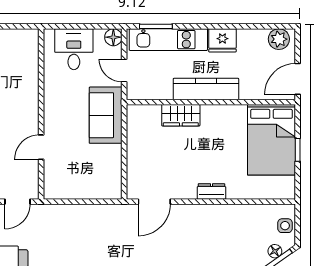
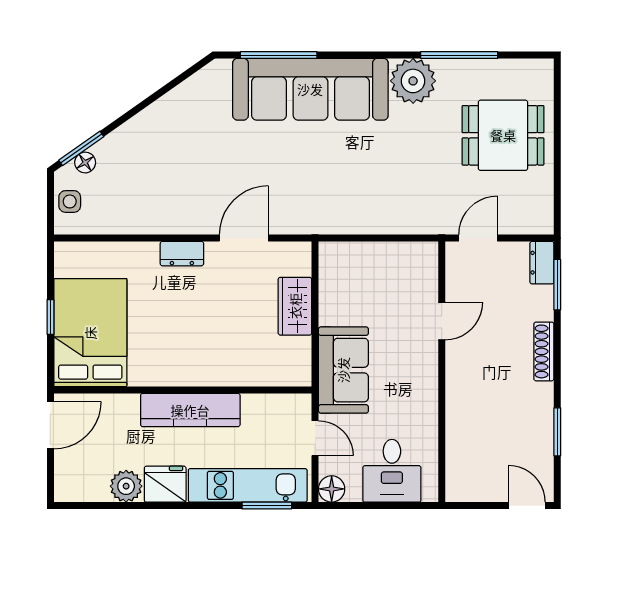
plant: (279, 39) -> (126, 486), moved
wardrobe: (181, 115) -> (295, 306), moved, turned -90
door: (154, 202) -> (244, 238), moved

